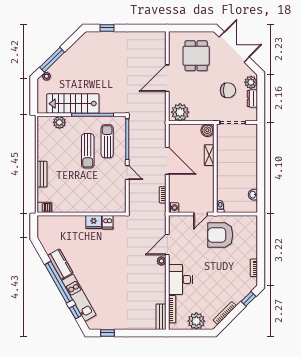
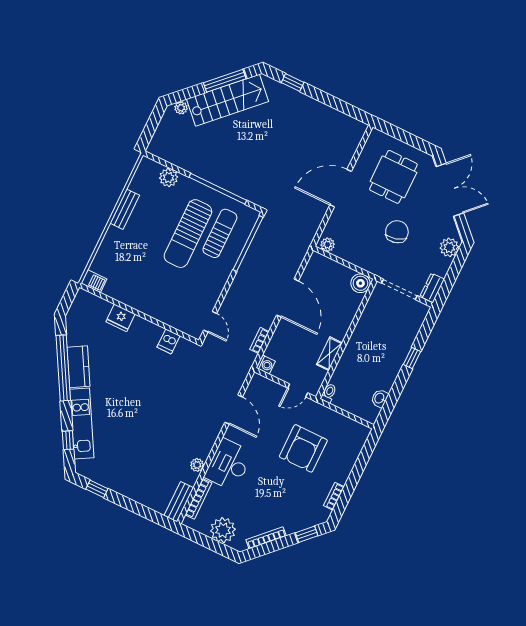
window: (52, 60) -> (225, 81), moved
chair: (228, 90) -> (397, 232), moved, turned -105
dresser: (252, 99) -> (432, 288), moved
stairs: (73, 104) -> (227, 100), moved, turned 135
plant: (180, 112) -> (328, 245), width x0.53, depth x0.53
sun lounger: (88, 151) -> (188, 234), width x1.36, depth x1.34
shelving: (209, 155) -> (329, 354), moved
window: (261, 161) -> (412, 358), added
door: (127, 173) -> (210, 322), moved
bench: (42, 174) -> (125, 209), moved
fridge: (94, 222) -> (120, 318), moved
armchair: (220, 235) -> (303, 448), moved, turned -90
door: (167, 245) -> (234, 410), swing flipped
plant: (161, 261) -> (197, 465), moved
window: (59, 282) -> (63, 368), moved

